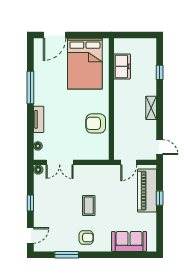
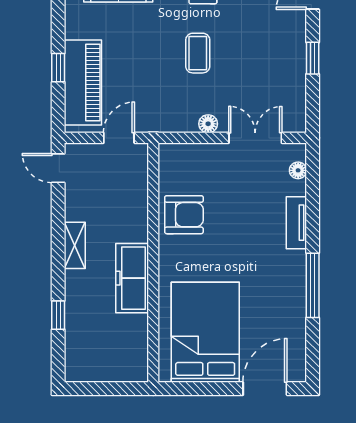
freezer: (122, 66) -> (132, 278), moved, width x1.40
floor lamp: (38, 170) -> (208, 124), moved

